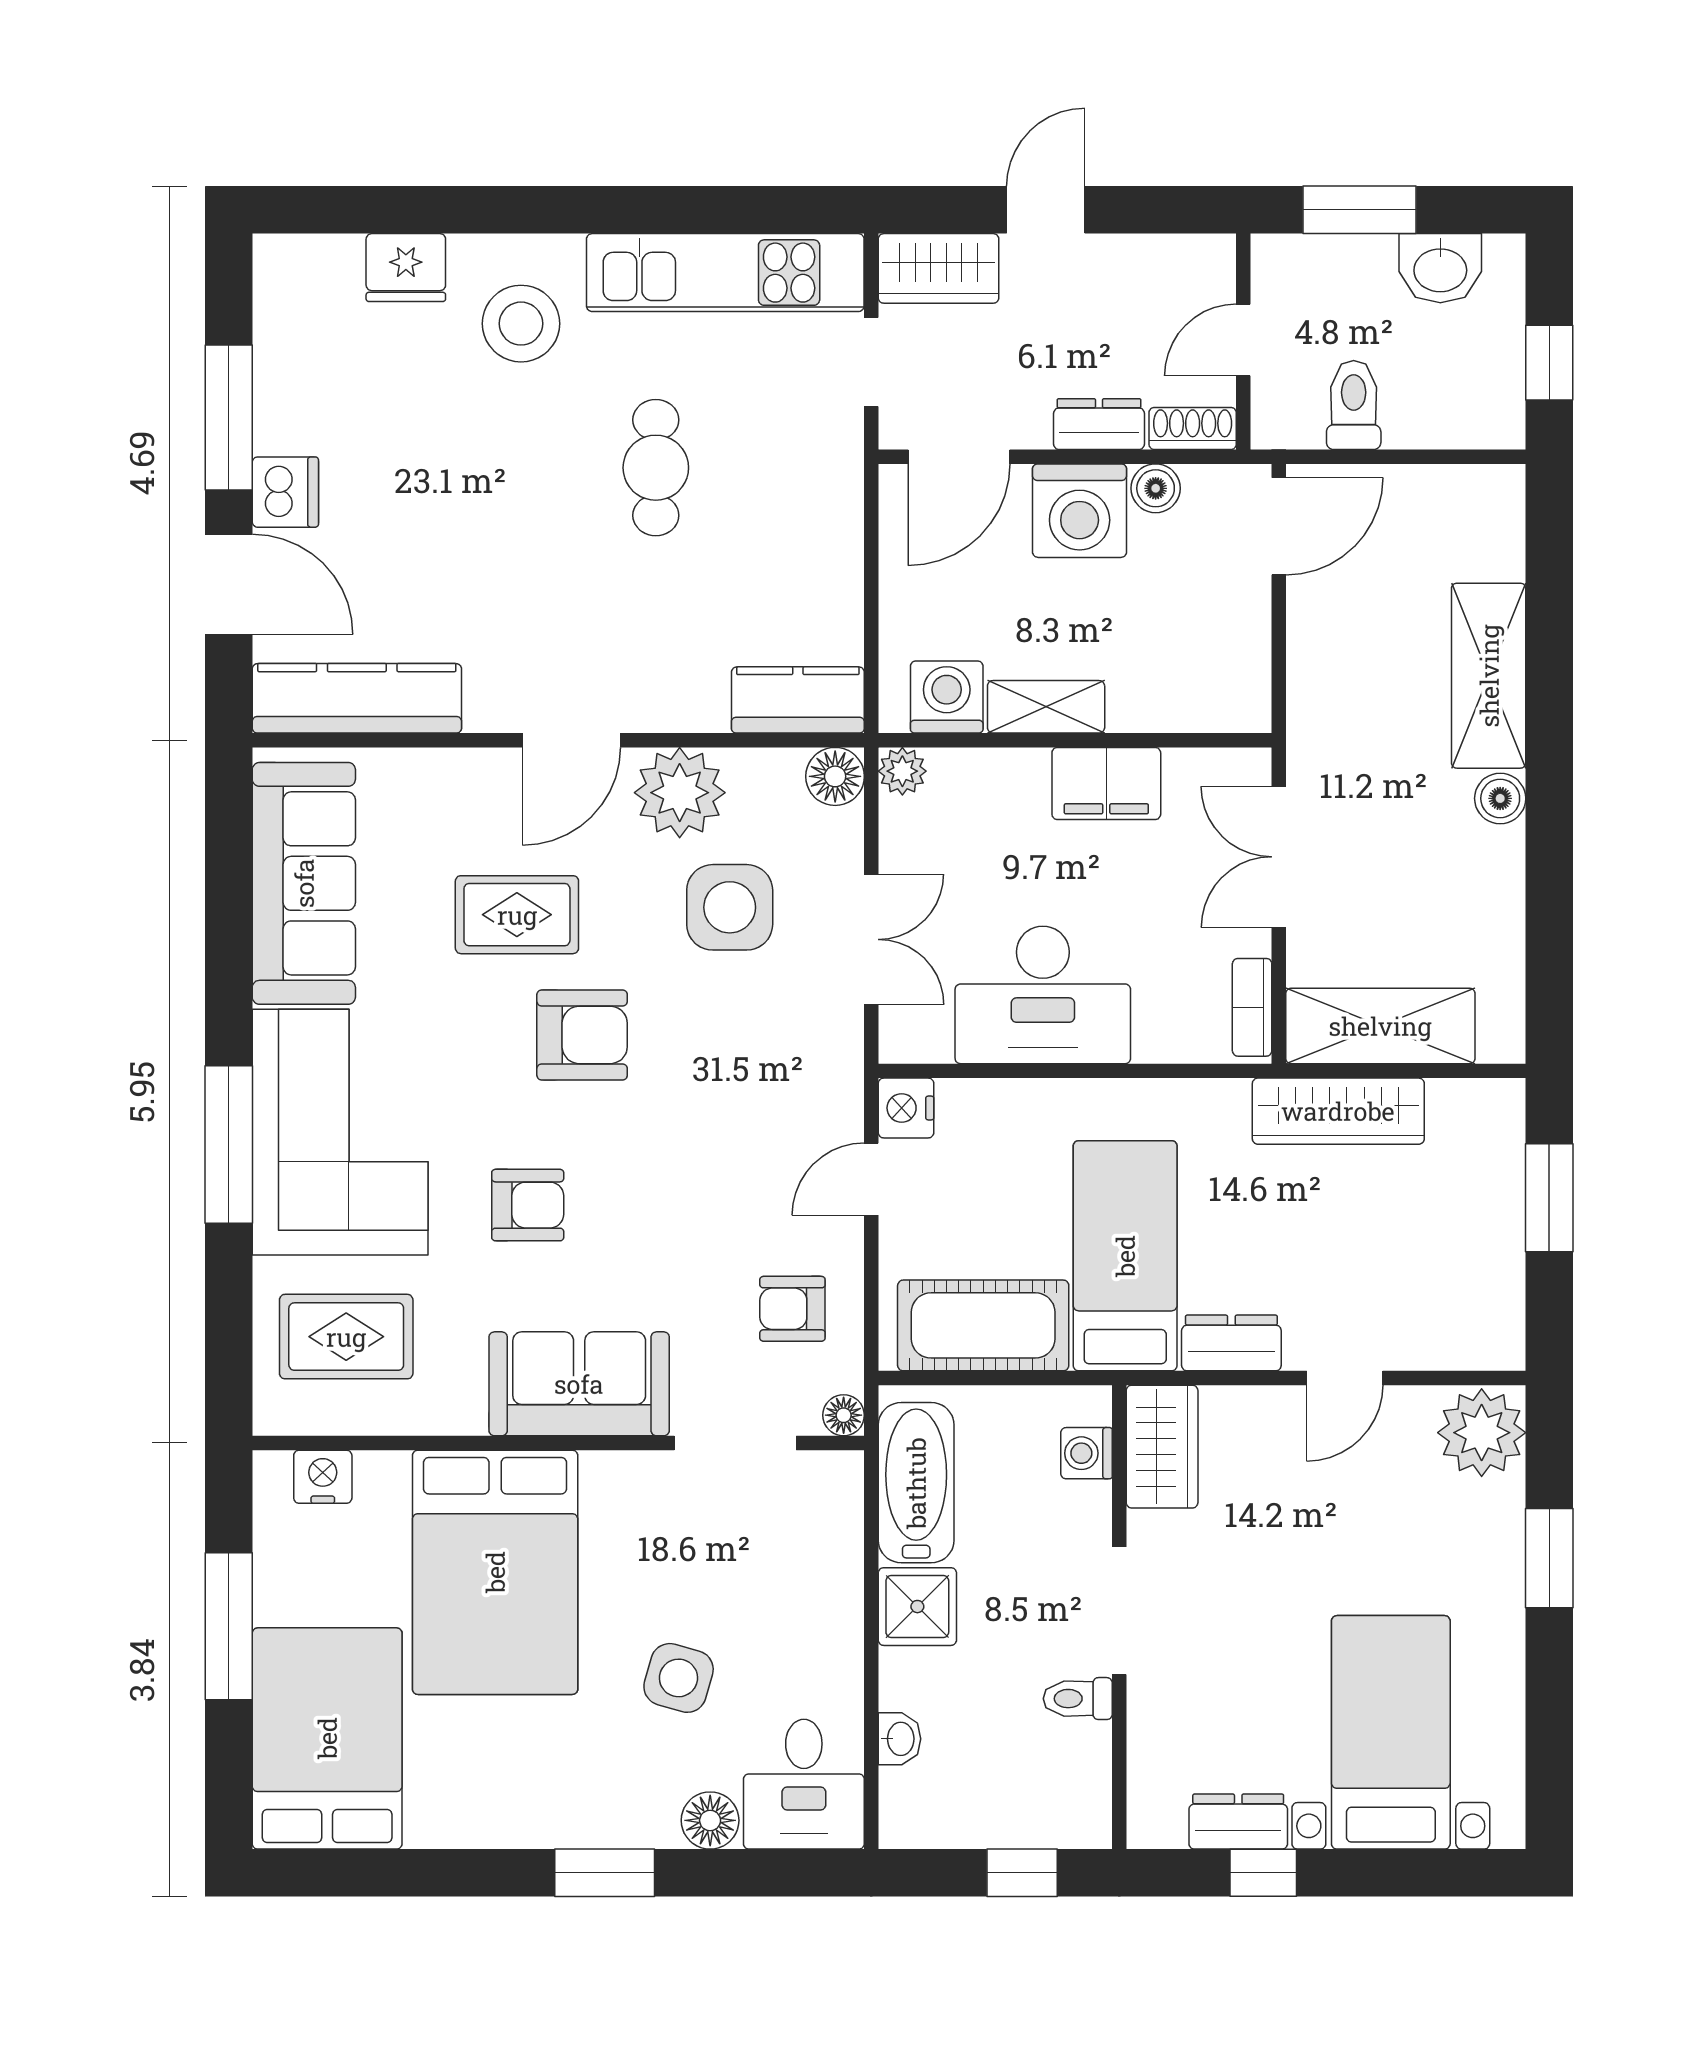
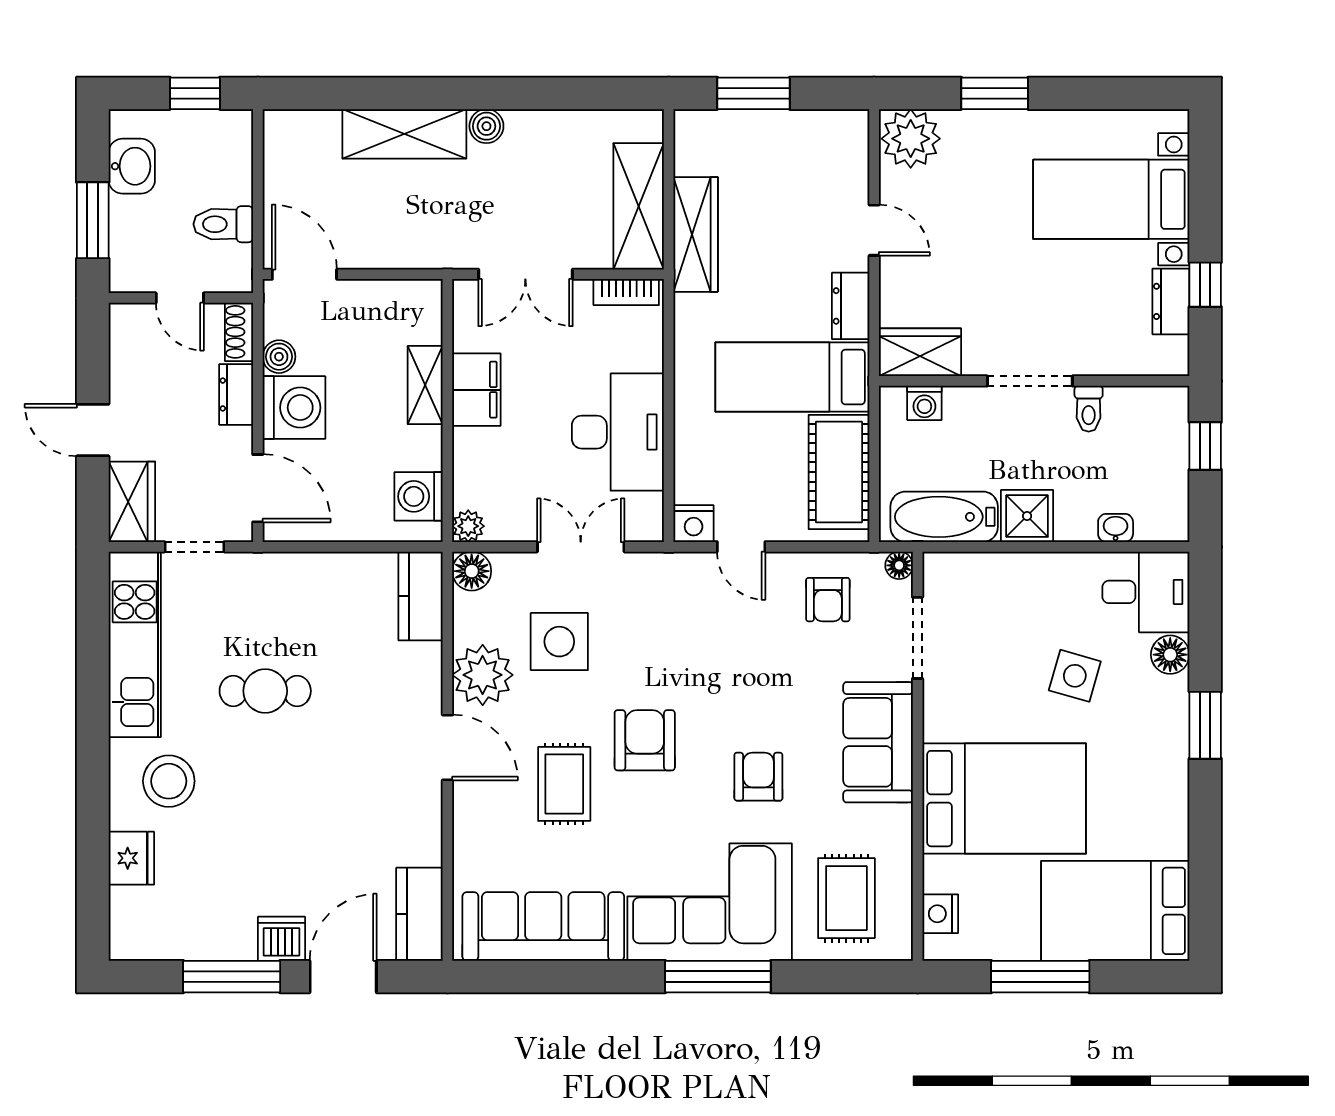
kitchen counter: (357, 698) -> (419, 914), width x0.67
shelving: (1046, 707) -> (425, 385), moved

